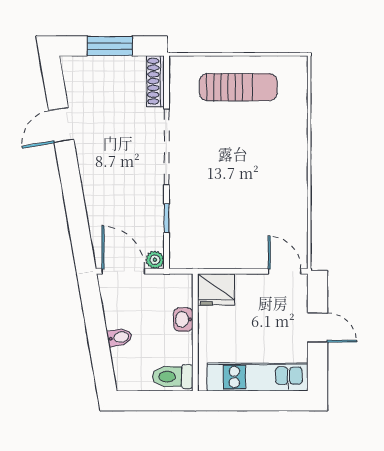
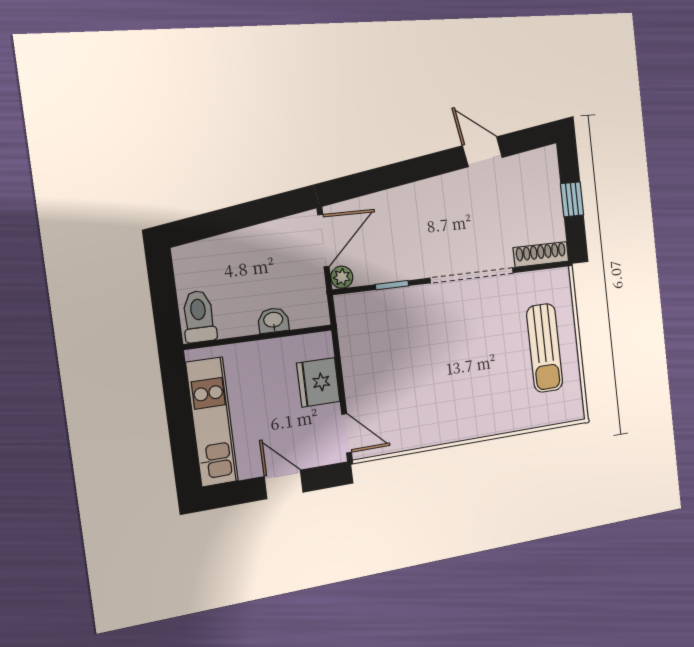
window: (110, 46) -> (572, 199), width x0.67
door: (285, 271) -> (347, 433), hinge flipped
fridge: (216, 290) -> (318, 382), moved
door: (318, 328) -> (284, 484), swing flipped
bidet: (120, 337) -> (241, 244), removed

